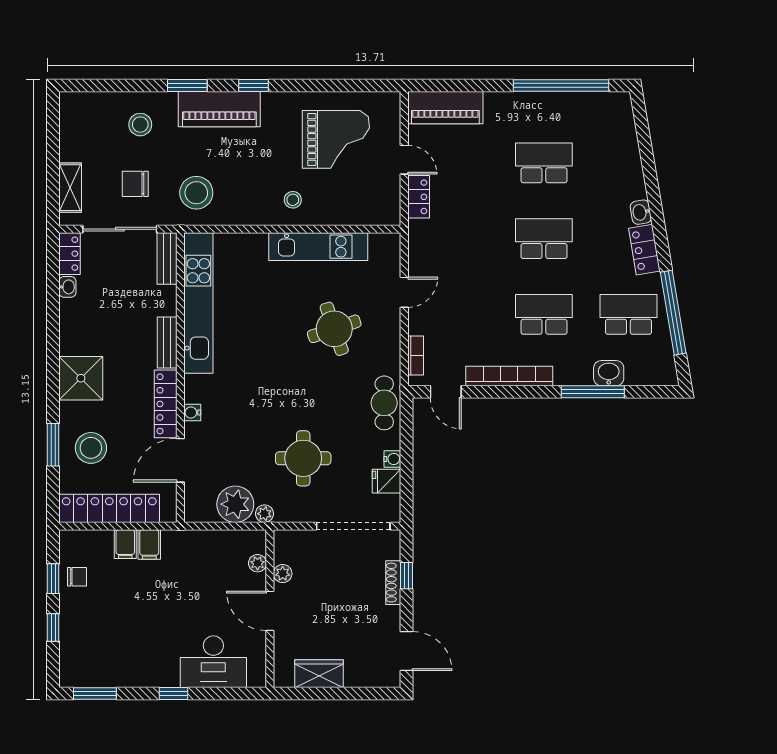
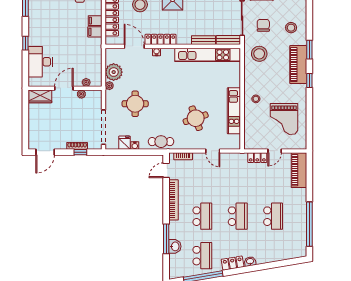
bench: (167, 342) -> (203, 40), moved
wardrobe: (319, 674) -> (40, 96), moved, turned 90

